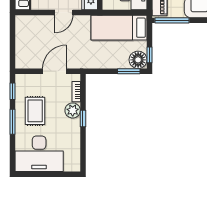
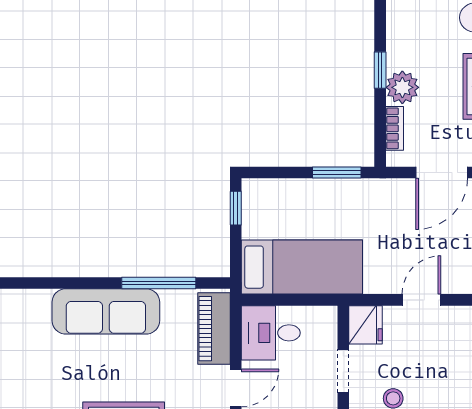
window: (172, 20) -> (159, 283), moved
floor lamp: (138, 60) -> (260, 197), removed
window: (129, 71) -> (337, 172), moved

